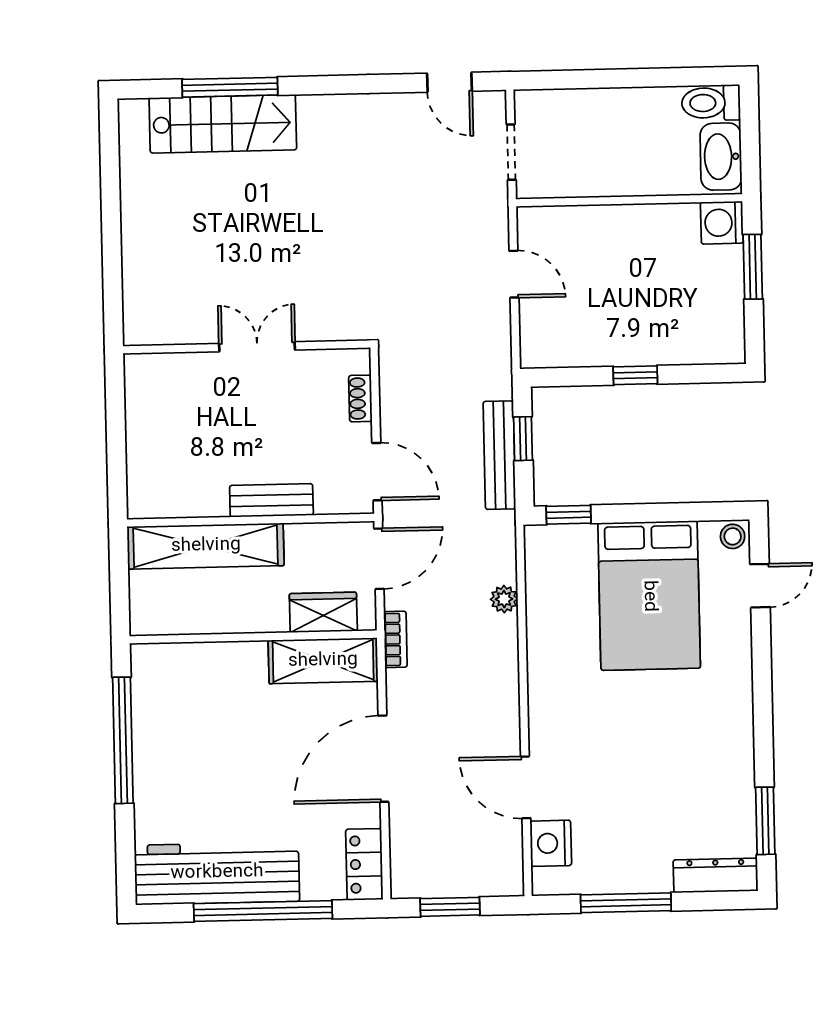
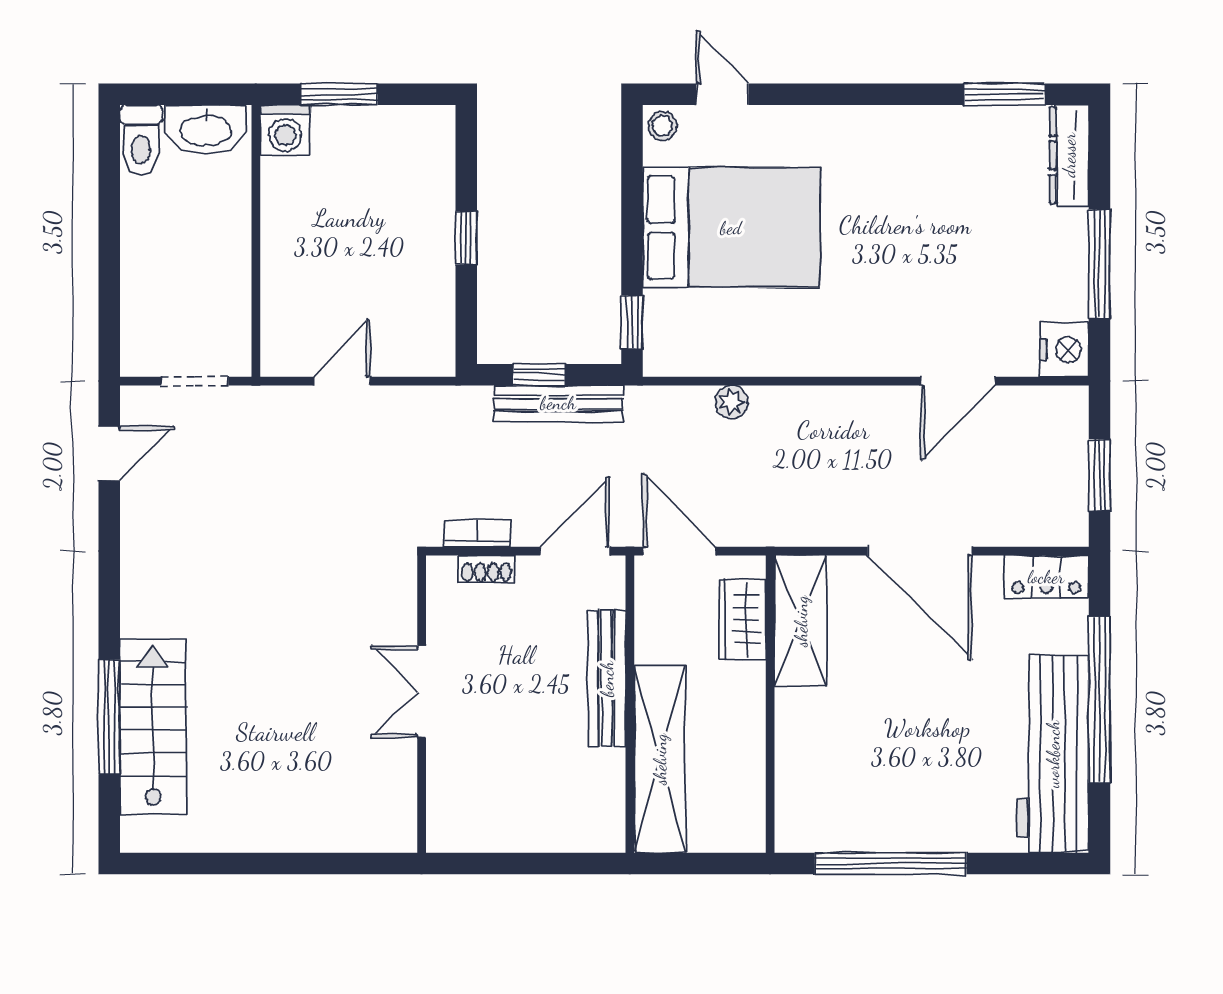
bench: (271, 500) -> (607, 679), width x1.36
bookcase: (395, 639) -> (477, 533), moved
nightstand: (551, 843) -> (1064, 350), moved, turned -90

